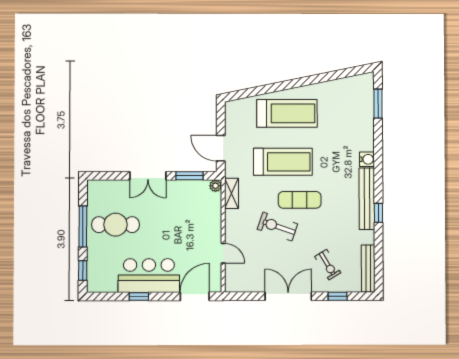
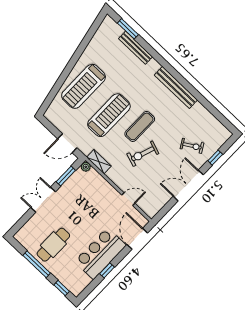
treadmill: (287, 113) -> (84, 86), turned 180
water cooler: (367, 159) -> (154, 66), removed
double door: (148, 176) -> (43, 200), swing flipped
window: (378, 213) -> (190, 89), removed
bench: (368, 268) -> (136, 48), moved

